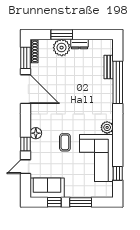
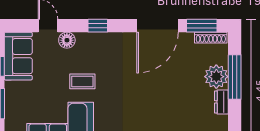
window: (62, 35) -> (235, 77), width x1.44
floor lamp: (36, 133) -> (67, 40), moved
window: (25, 144) -> (98, 26), moved

